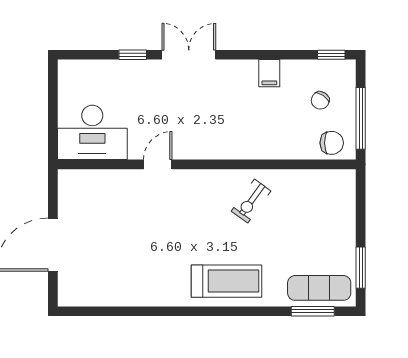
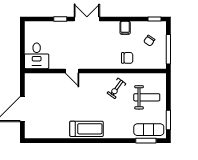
desk: (92, 132) -> (37, 56), width x0.73
chair: (332, 143) -> (127, 58), moved
door: (158, 164) -> (72, 71), swing flipped
weight bench: (315, 220) -> (147, 97), added
treadmill: (226, 281) -> (87, 129), moved

